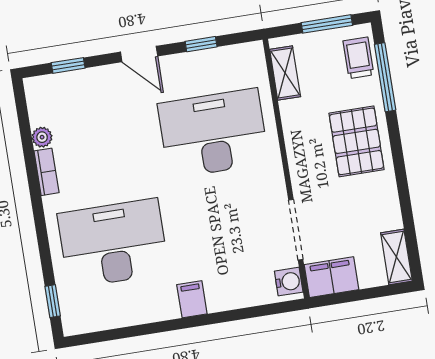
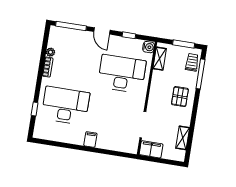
window: (68, 65) -> (71, 26), width x2.17
pallet: (357, 141) -> (180, 97), width x0.67, depth x0.71
shelving: (396, 257) -> (183, 138), moved
water cooler: (289, 282) -> (149, 47), moved
window: (53, 301) -> (35, 109), moved

